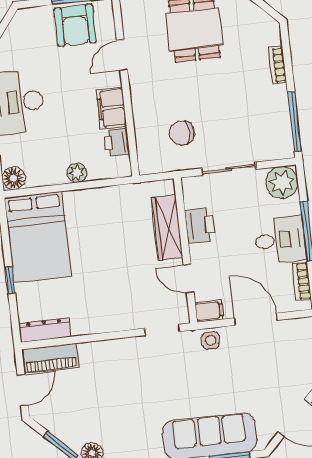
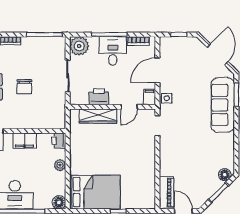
chair: (182, 133) -> (24, 87), moved
printer: (117, 142) -> (59, 141), moved, turned 90
dresser: (45, 330) -> (150, 194), removed

